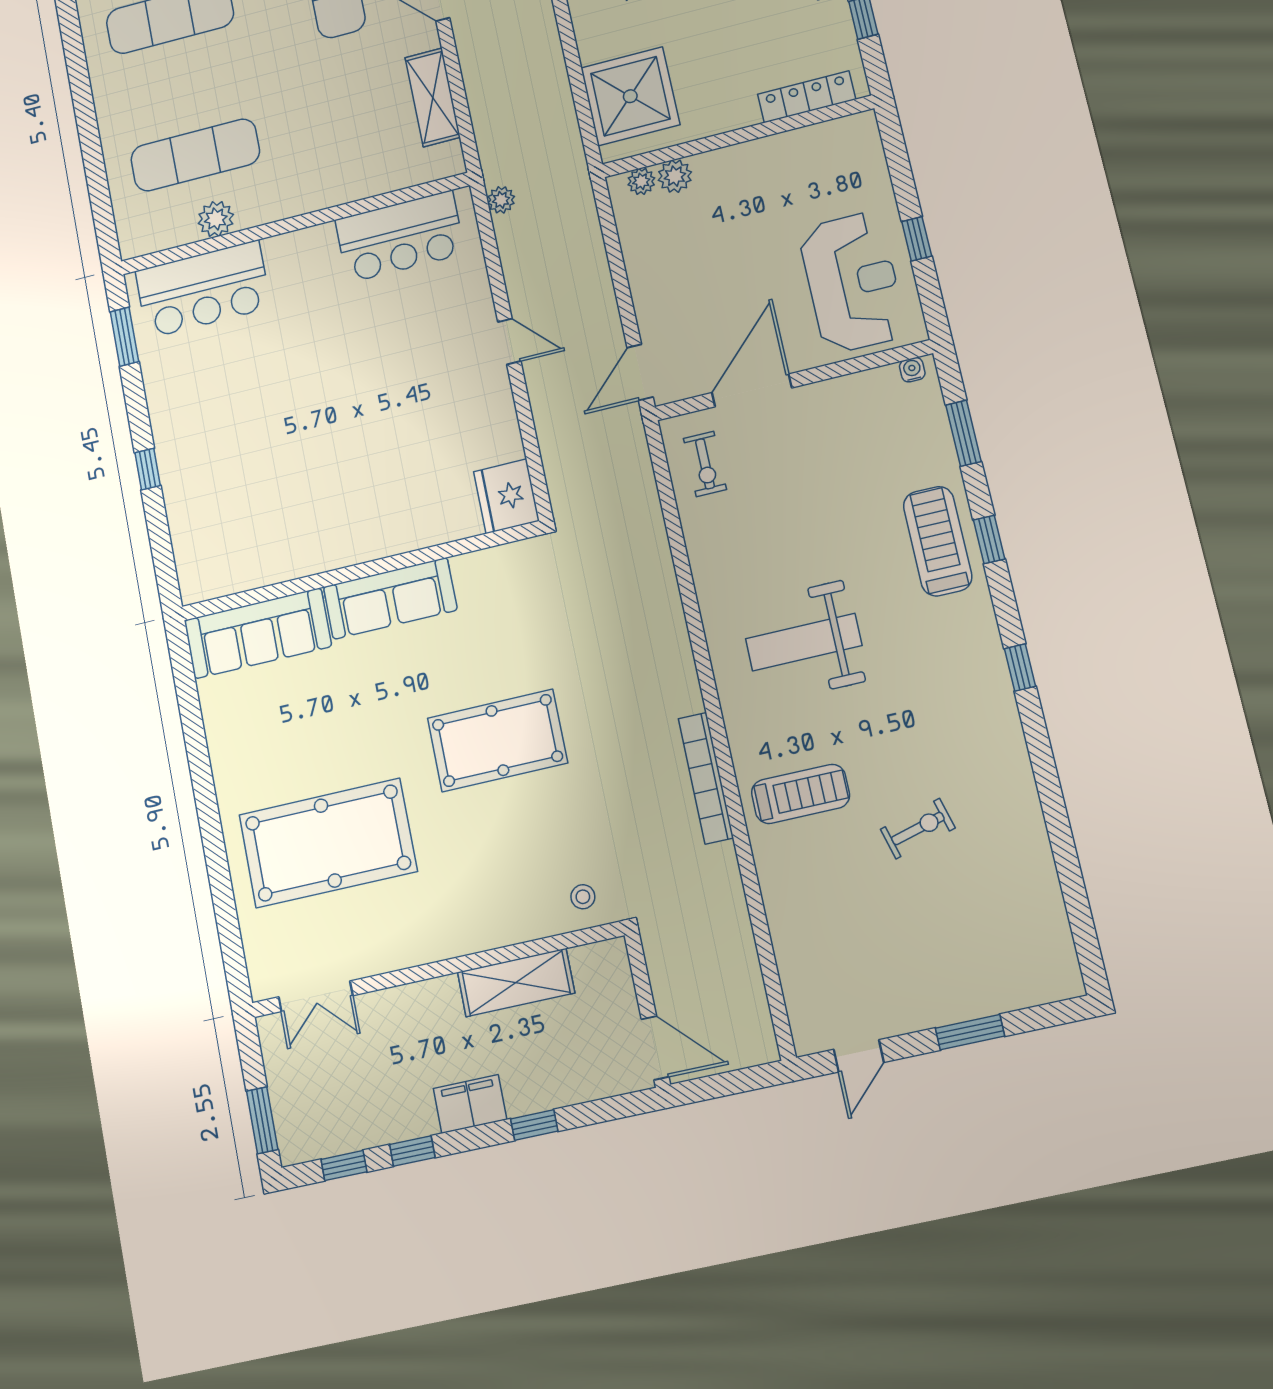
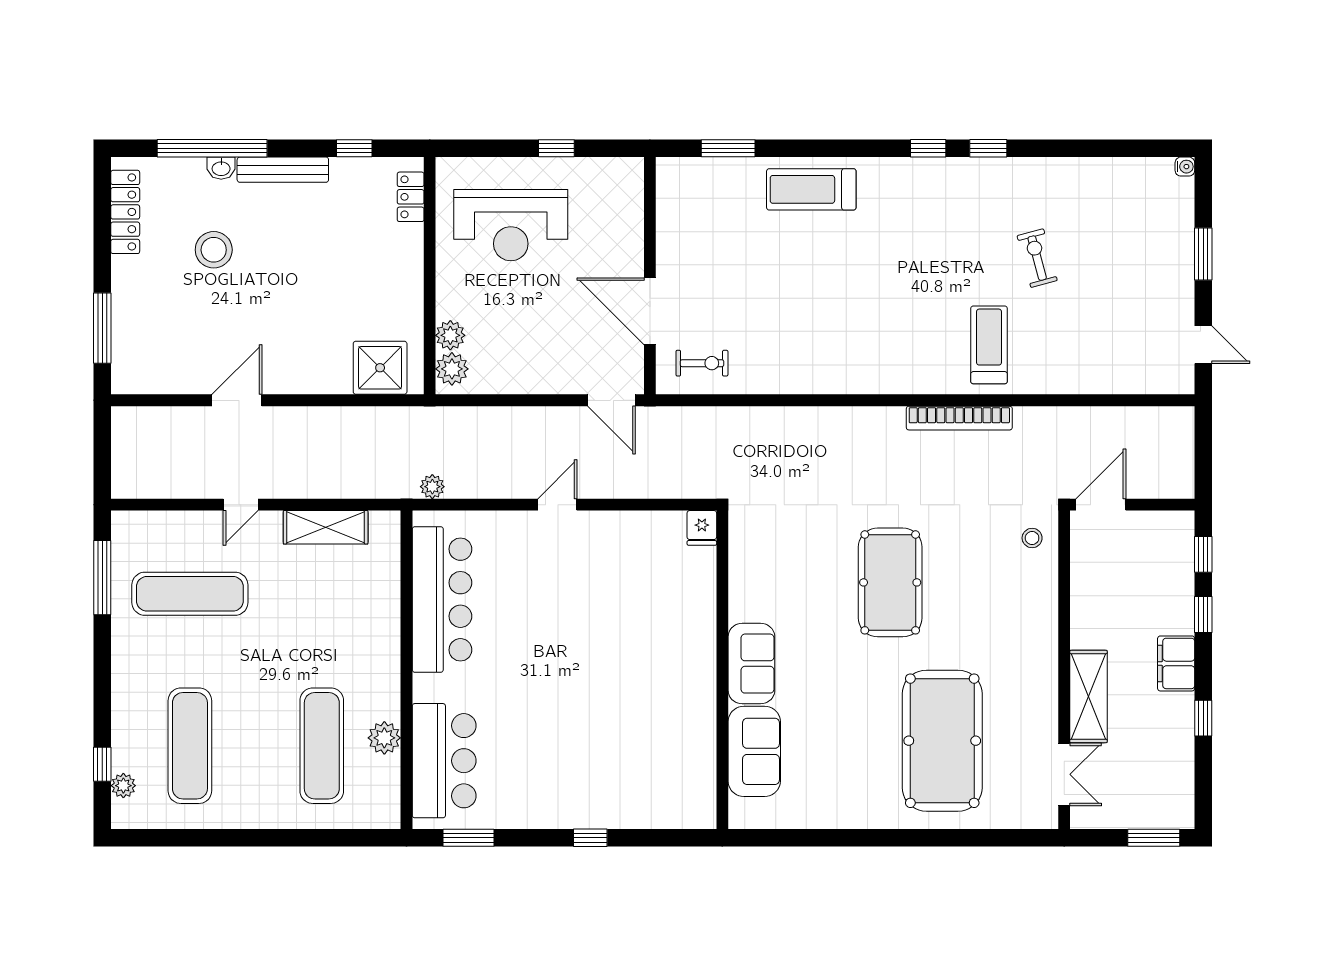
shower: (630, 96) -> (380, 368), width x0.73, depth x0.73
locker: (807, 97) -> (411, 197), width x0.66
plant: (641, 181) -> (452, 369), width x1.38, depth x1.38
bar counter: (400, 237) -> (442, 599), width x1.36
reception desk: (852, 282) -> (511, 225), moved, turned 180
water cooler: (912, 370) -> (1185, 167), moved, turned 180
fridge: (506, 496) -> (702, 528), width x0.53, depth x0.75
window: (989, 539) -> (988, 148), moved
sofa: (390, 598) -> (751, 664), width x0.73
sofa: (258, 633) -> (754, 751), width x0.73
weight bench: (804, 642) -> (868, 315), removed
shelving: (516, 983) -> (1089, 696), moved
door: (655, 1048) -> (1101, 505), moved
window: (344, 1166) -> (1203, 554), moved

